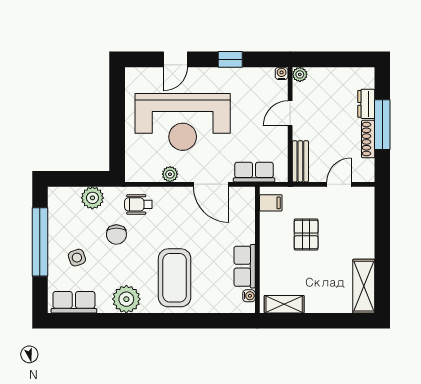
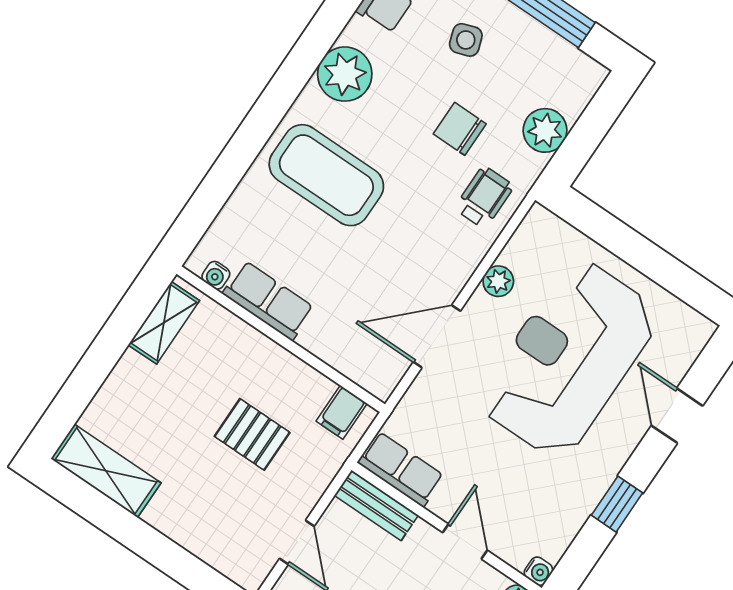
row of seats: (254, 172) -> (401, 469), moved, turned -90

